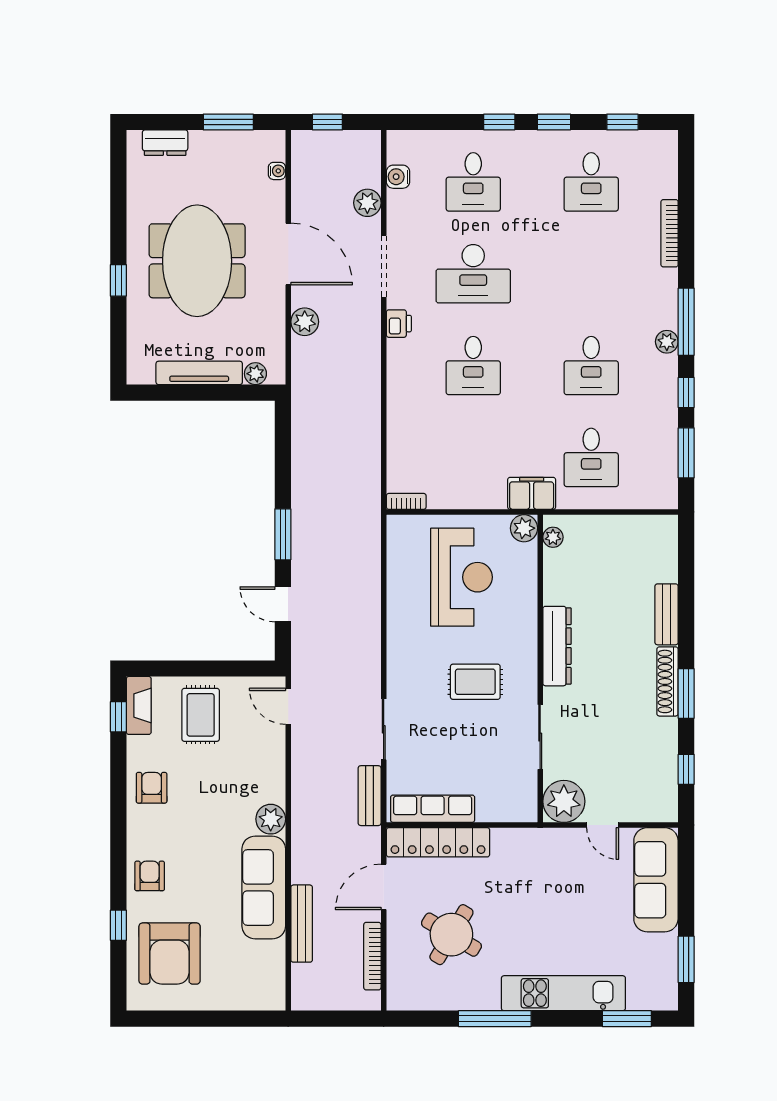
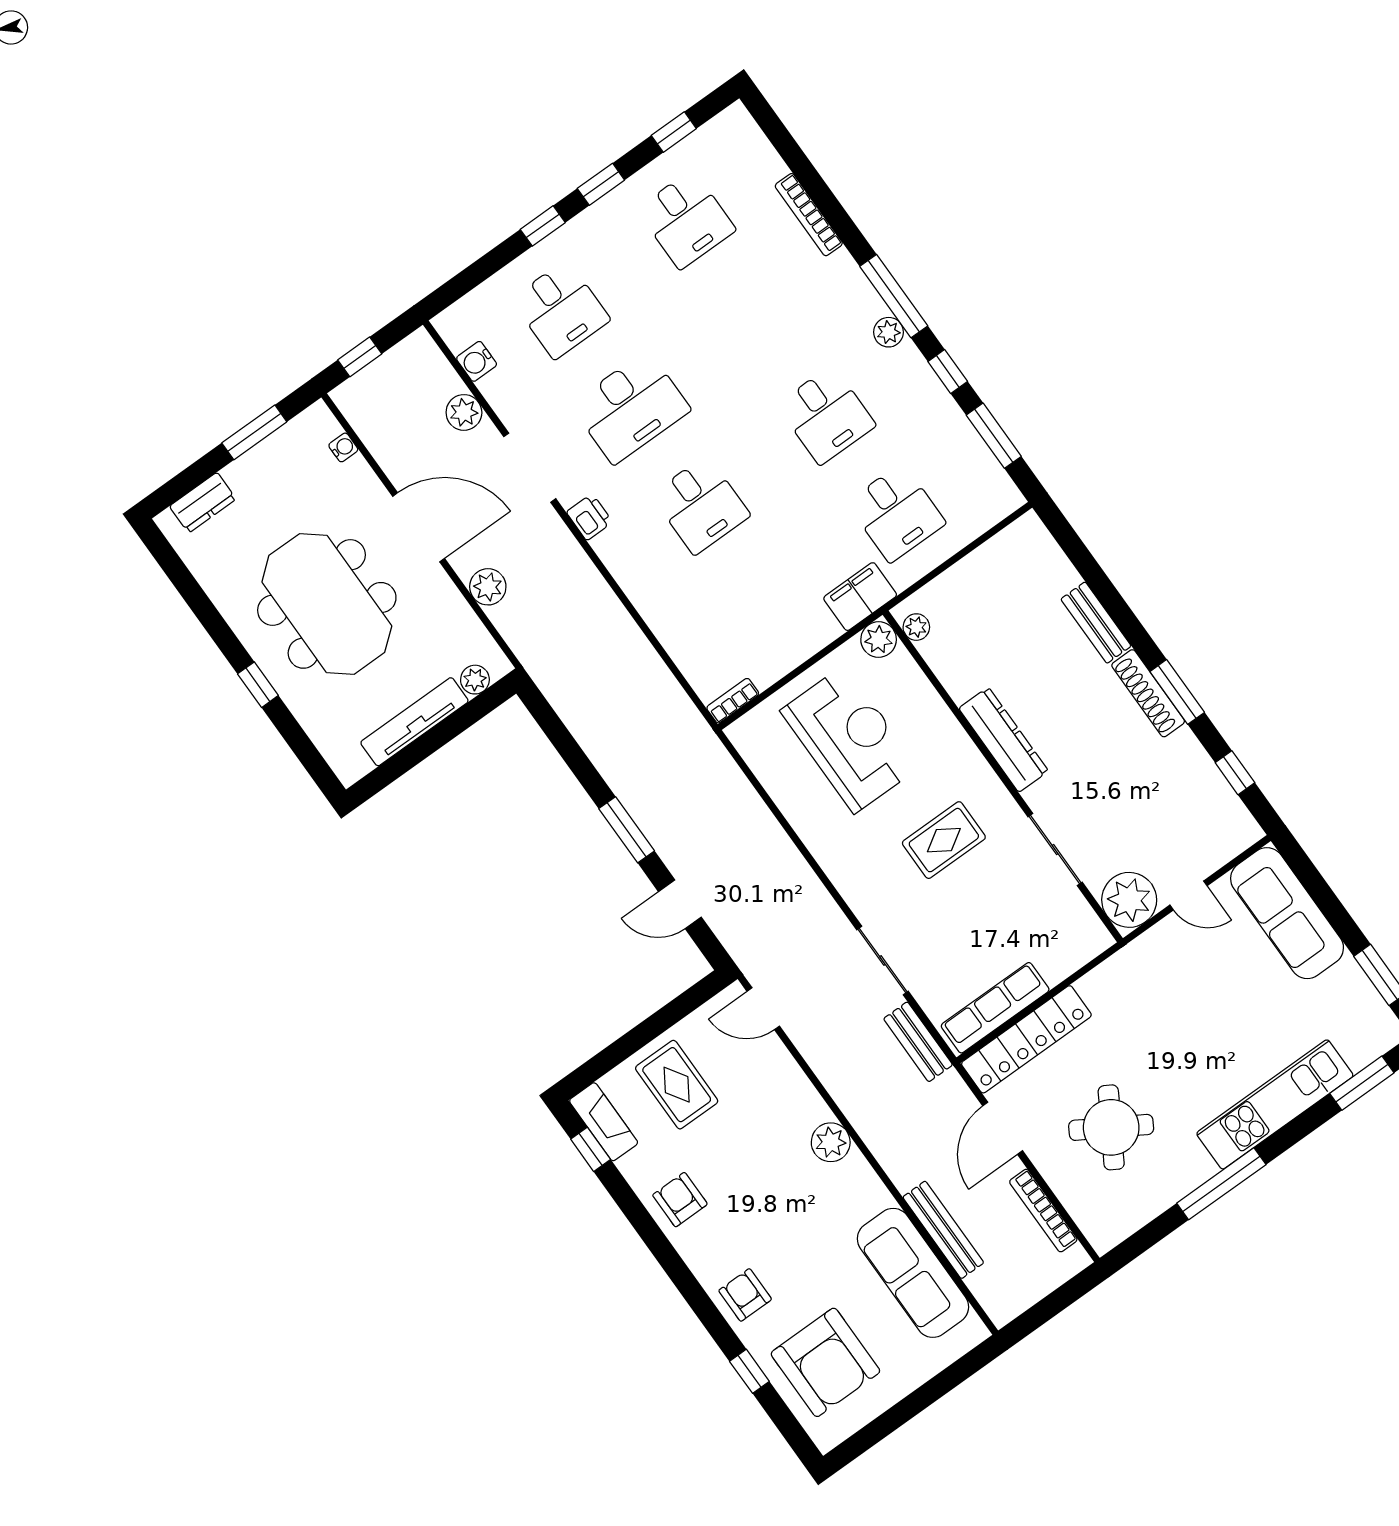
sofa: (264, 887) -> (913, 1273), moved

